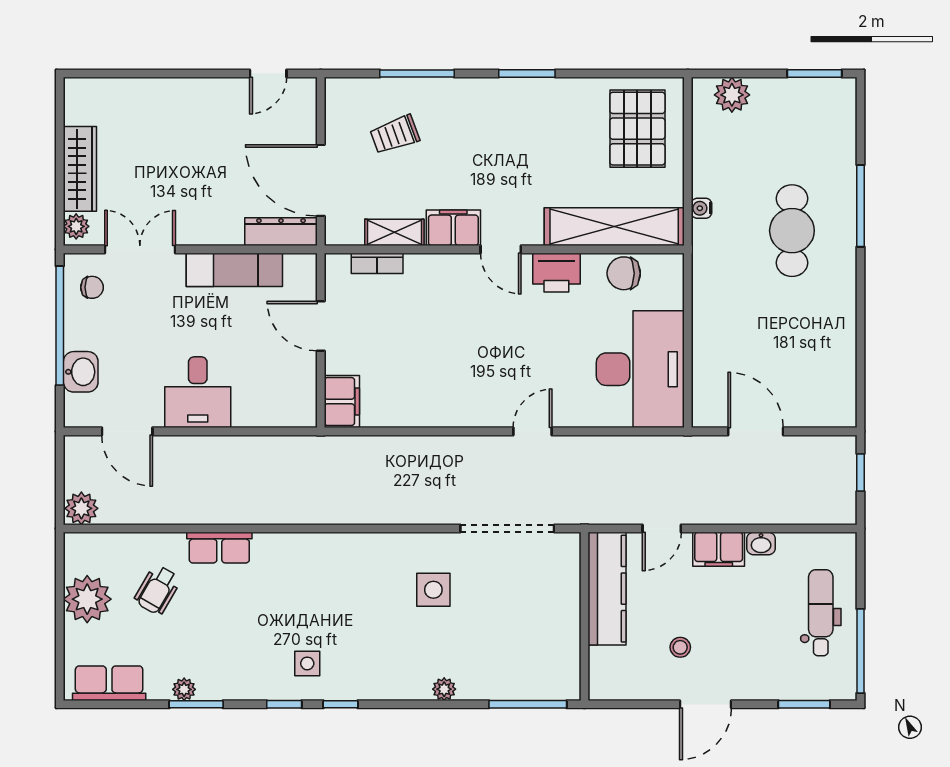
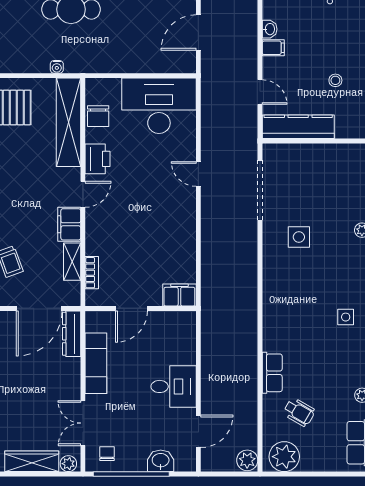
filing cabinet: (719, 549) -> (273, 48), width x0.50
plant: (87, 599) -> (284, 457), moved

